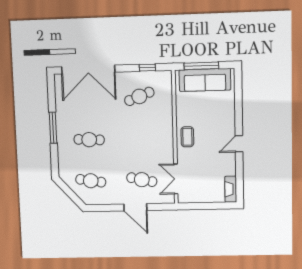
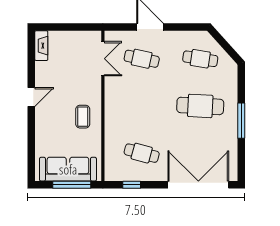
cafe table: (139, 96) -> (142, 153), turned 36
coffee table: (187, 137) -> (83, 117), moved
cafe table: (89, 140) -> (200, 106), width x1.37, depth x1.35

